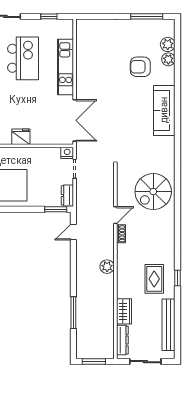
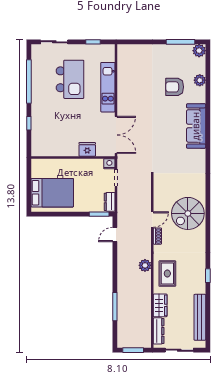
plant: (168, 44) -> (199, 51), moved
fridge: (21, 137) -> (87, 149), moved
spiral stairs: (153, 192) -> (188, 213), moved
rug: (154, 279) -> (167, 274), moved

